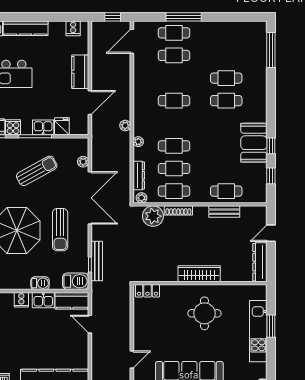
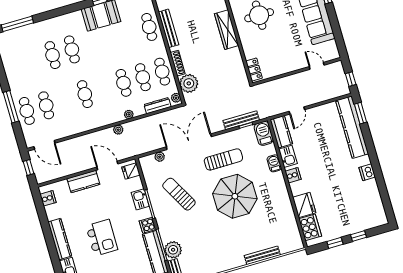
fridge: (62, 126) -> (131, 171), moved
bench: (224, 212) -> (169, 28), width x1.36

